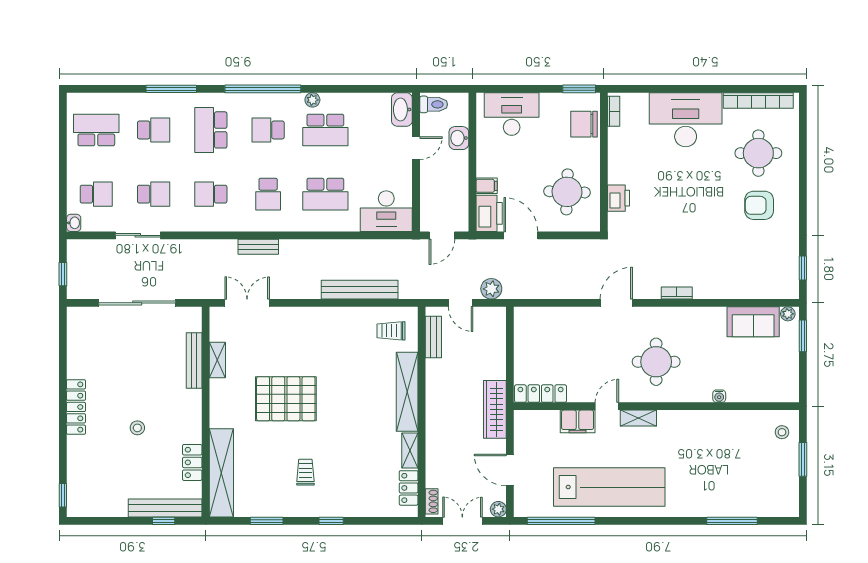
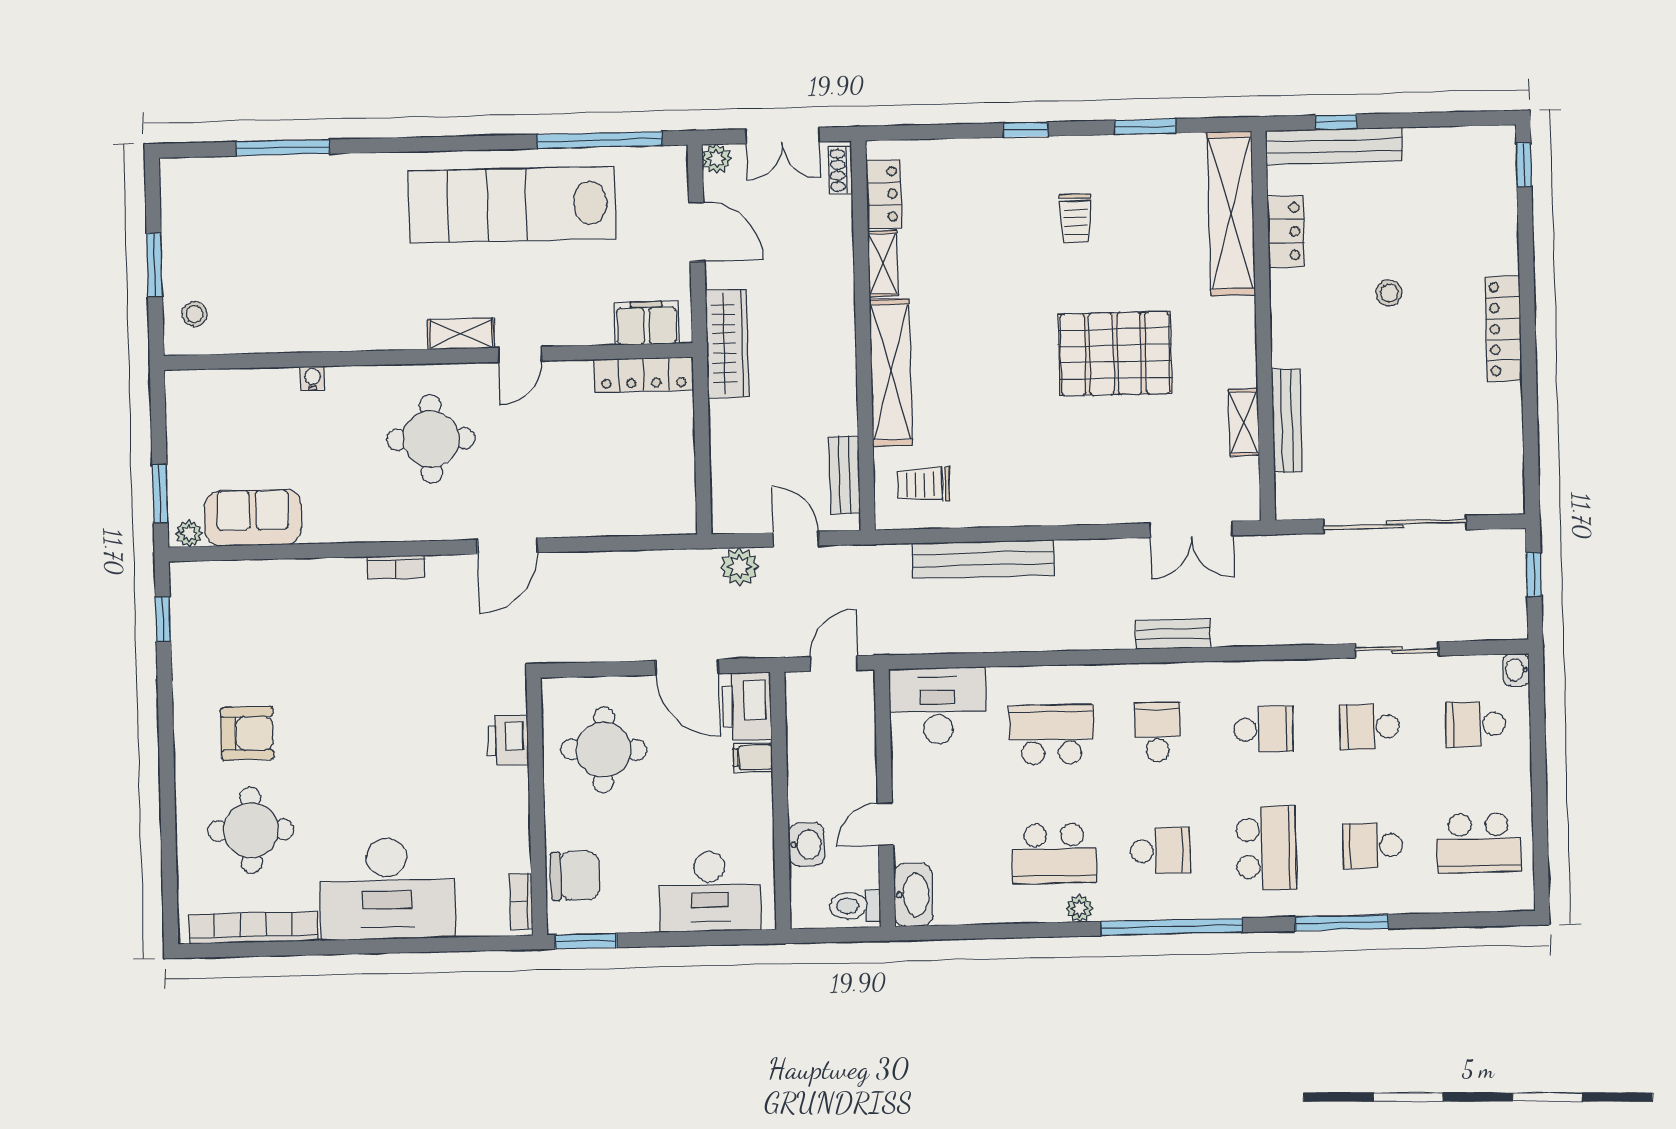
school desk: (325, 130) -> (1054, 853), turned 180
trolley: (391, 331) -> (924, 484), turned 180
filing cabinet: (578, 421) -> (647, 323), moved

